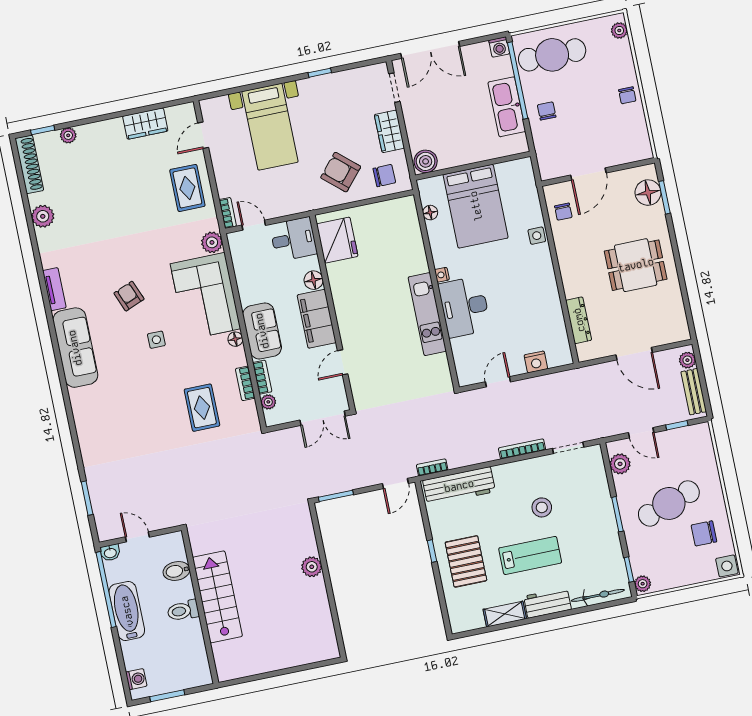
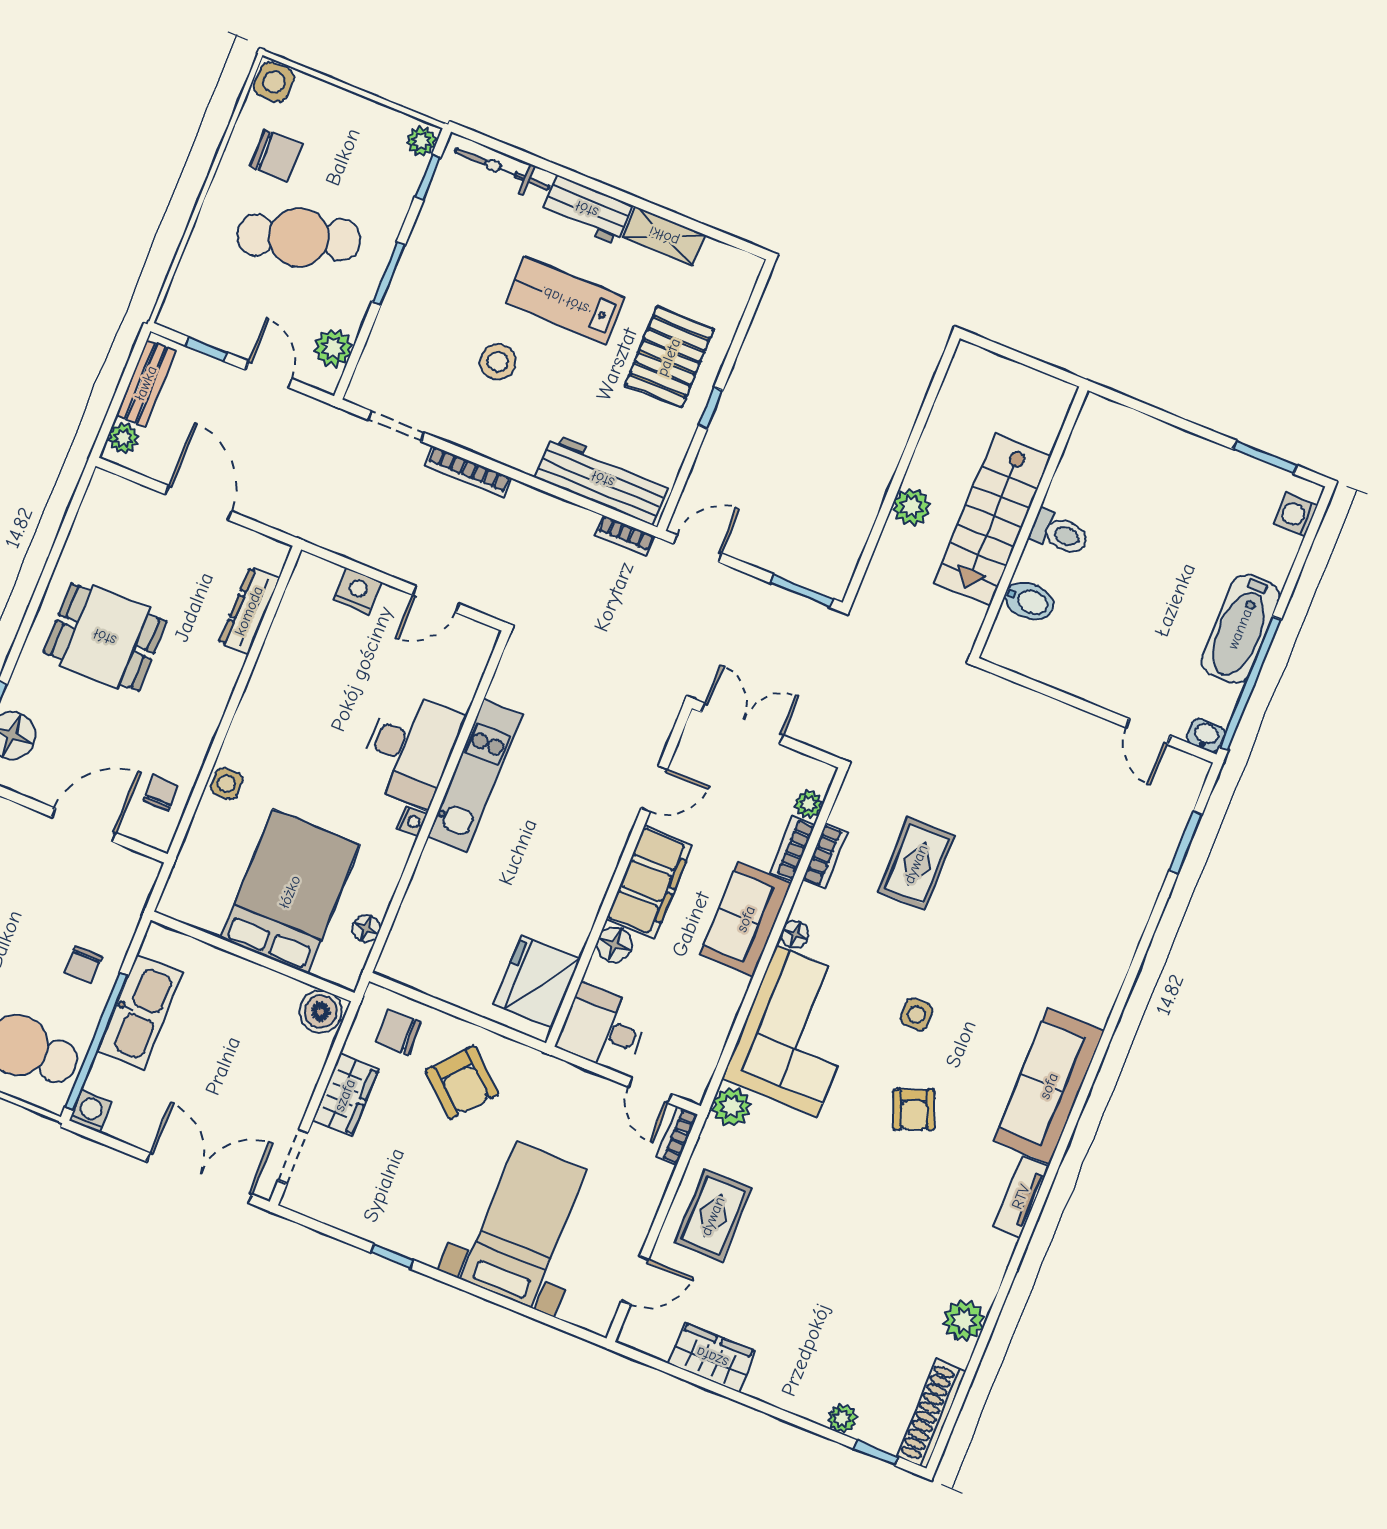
bidet: (176, 571) -> (1029, 601), moved
stairs: (217, 597) -> (993, 519), moved
wall: (200, 606) -> (1029, 522), moved
toilet: (183, 611) -> (1059, 533), moved

